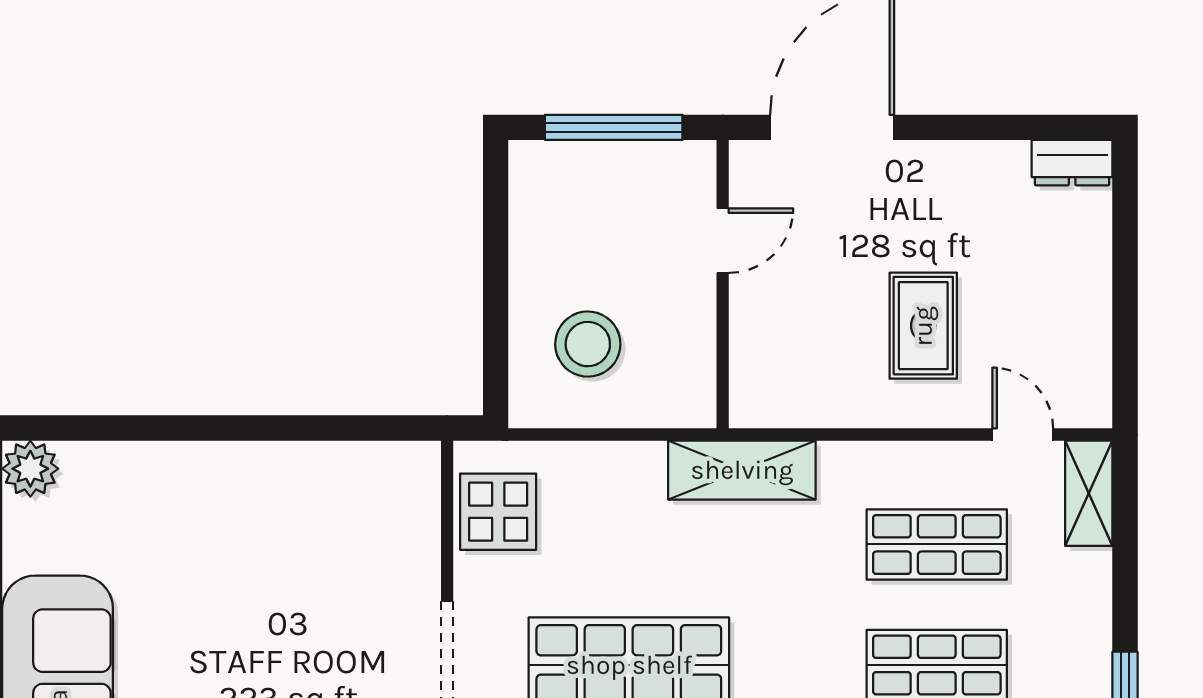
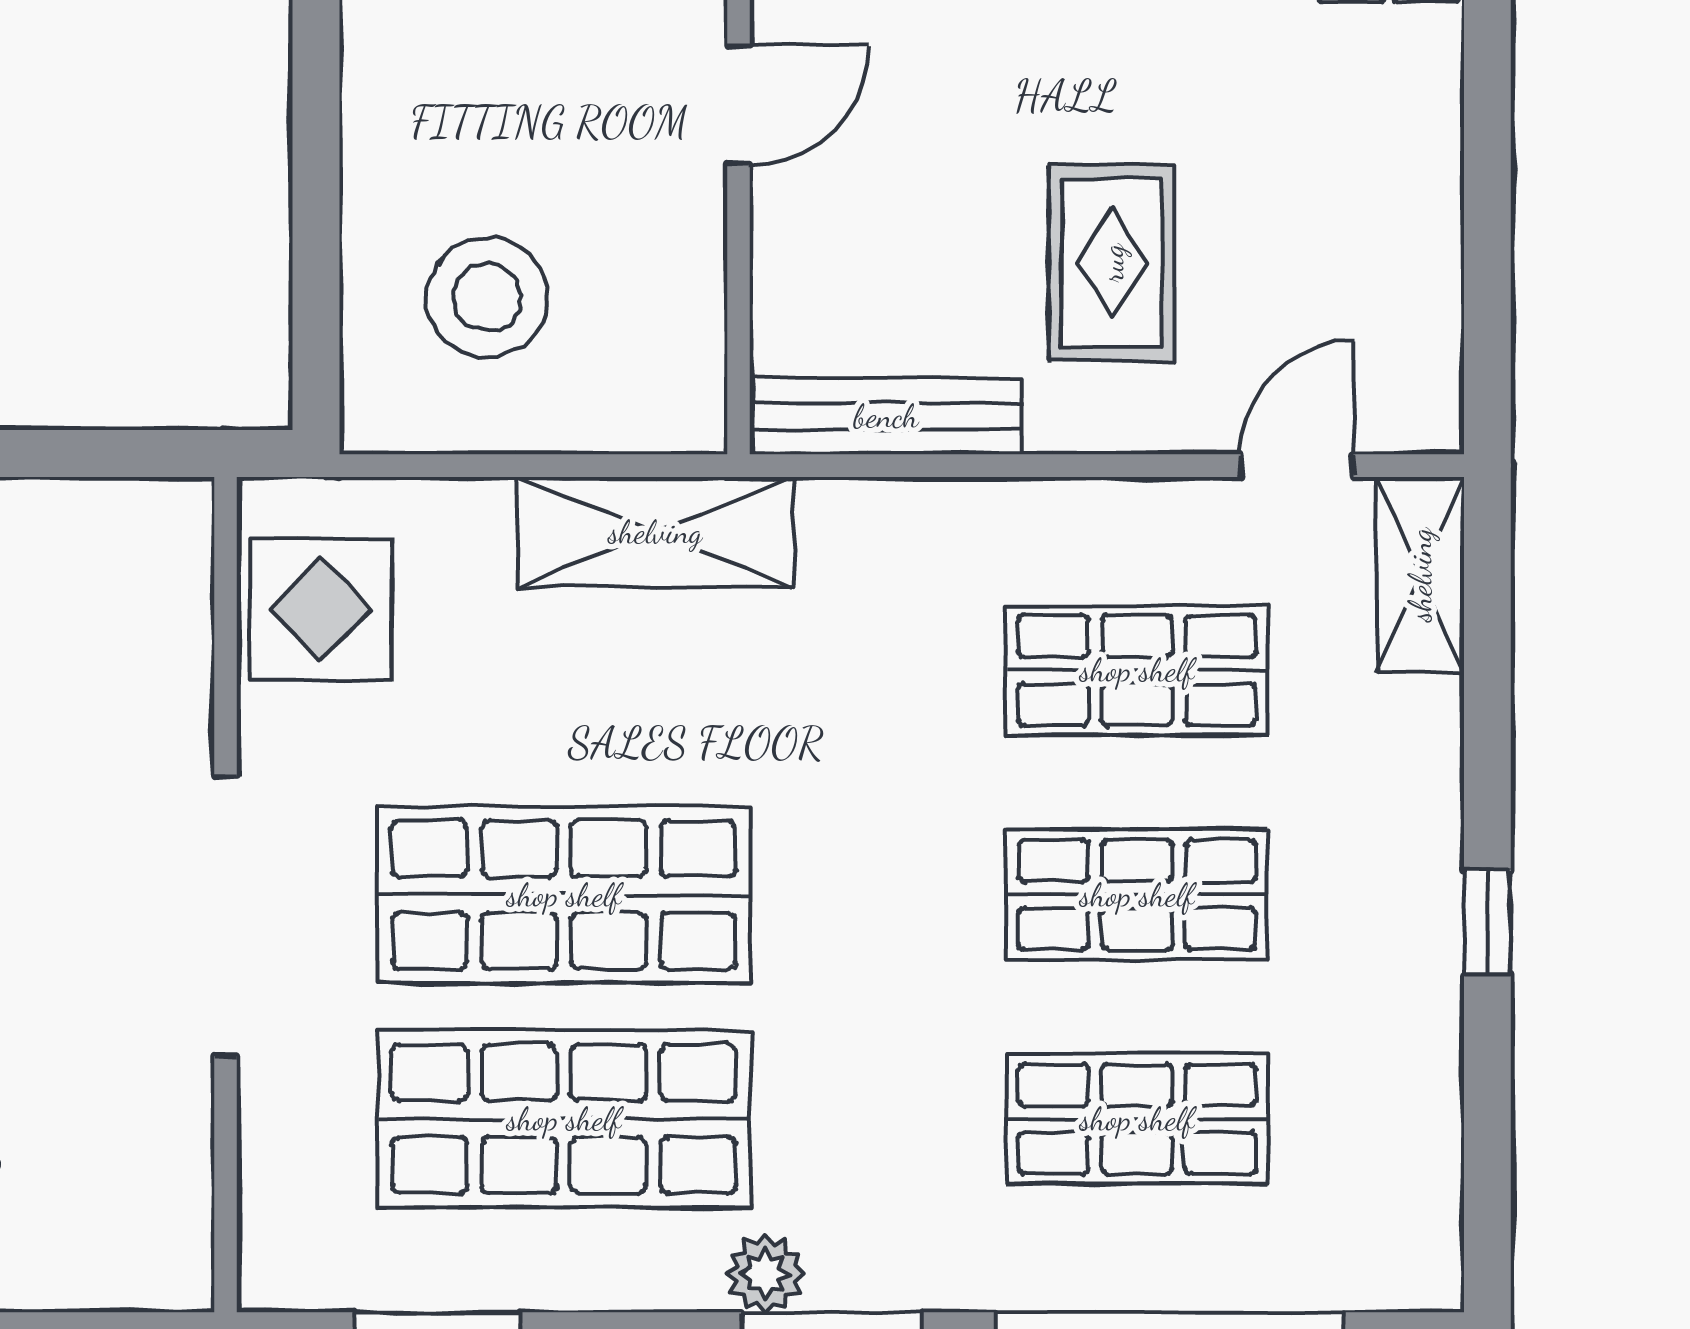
bench: (802, 408) -> (886, 416), added
door: (1023, 435) -> (1297, 466), hinge flipped
shelving: (742, 470) -> (655, 532), moved

